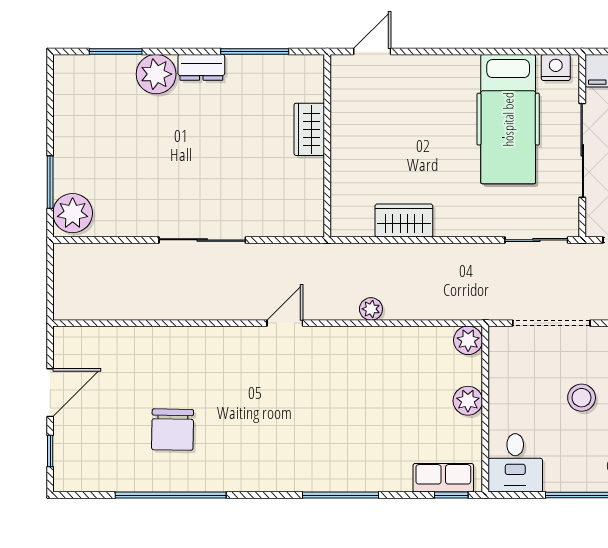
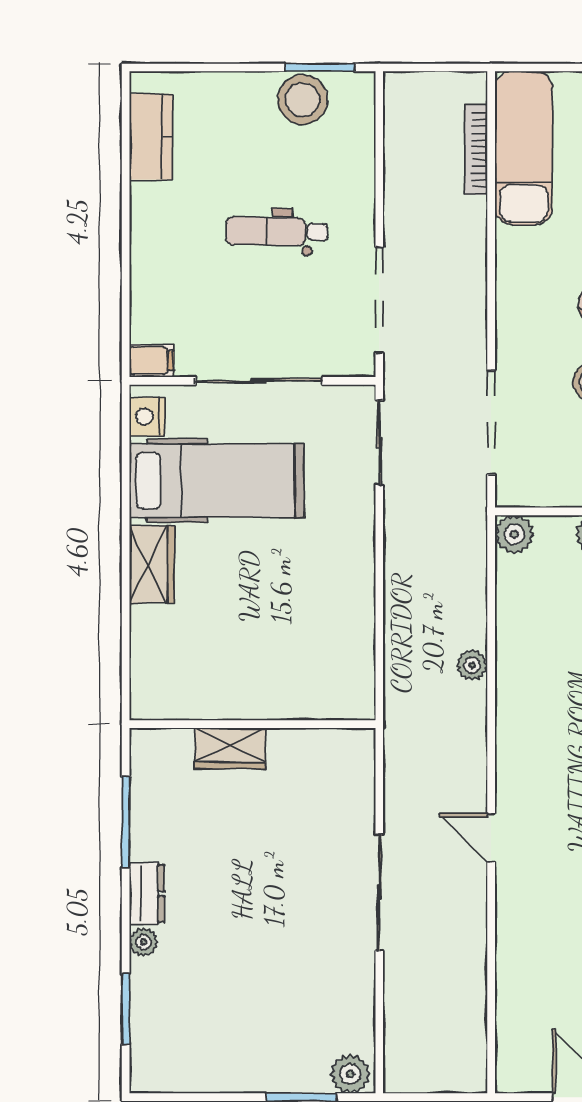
door: (372, 52) -> (126, 664), removed
plant: (156, 74) -> (144, 942), width x0.53, depth x0.53
plant: (73, 213) -> (350, 1074), width x0.73, depth x0.73
wardrobe: (404, 221) -> (152, 564), moved, turned 180
door: (285, 323) -> (491, 838), moved

